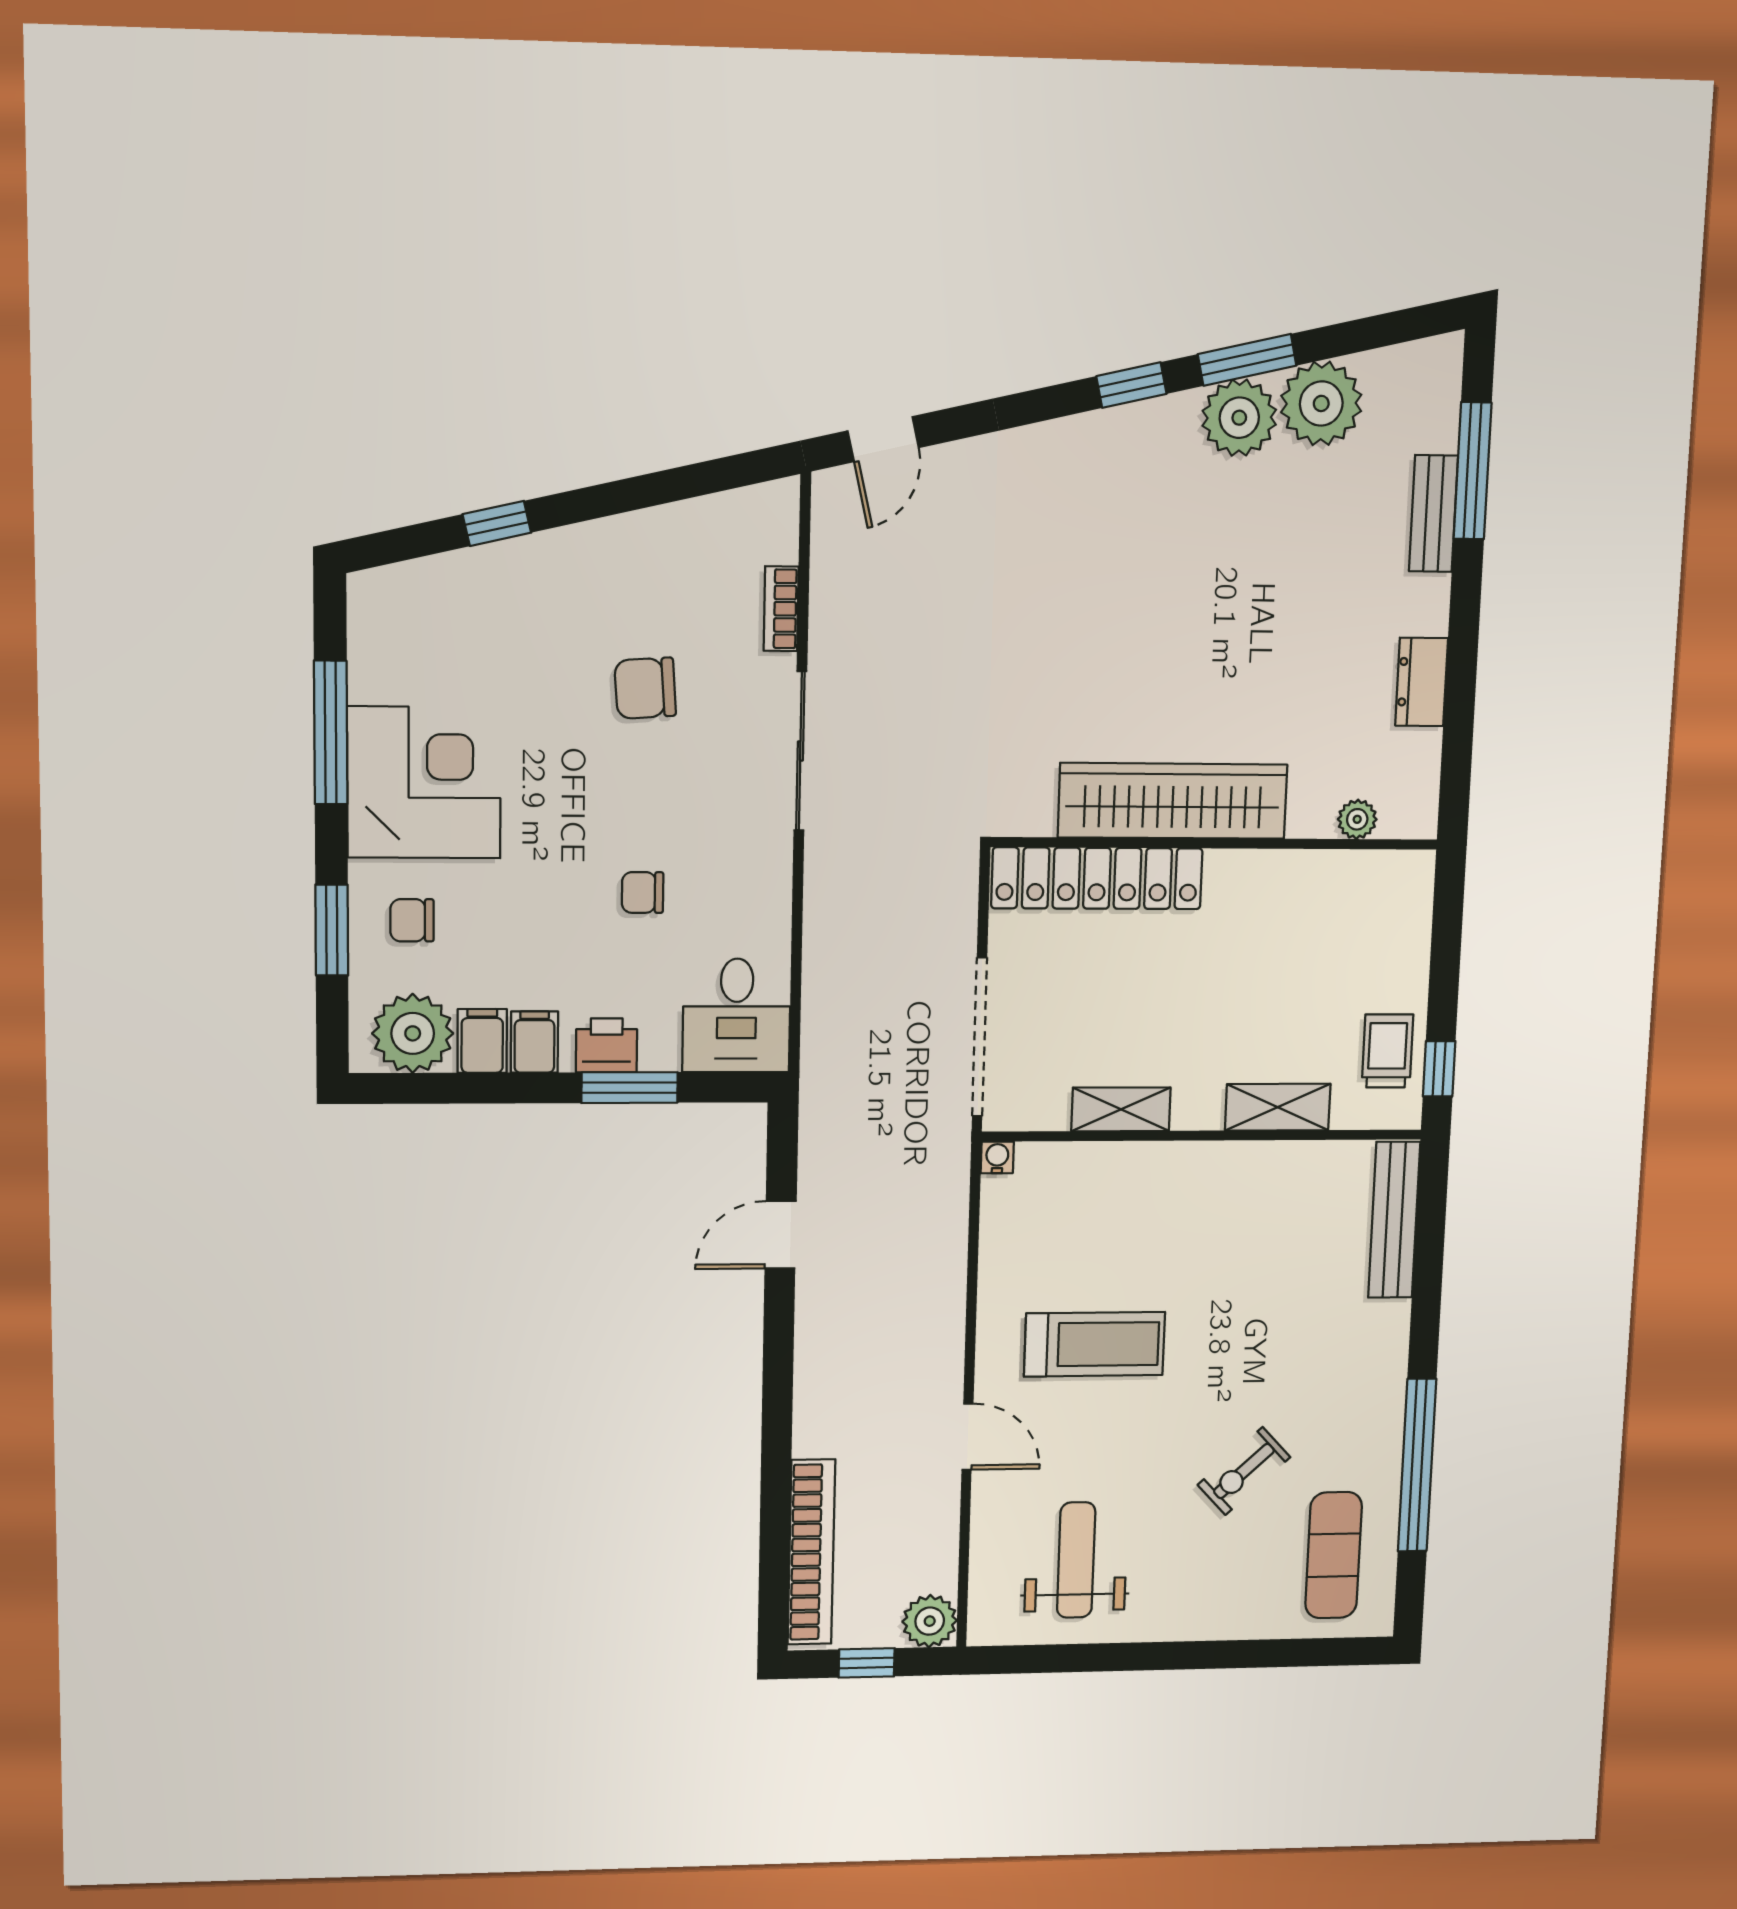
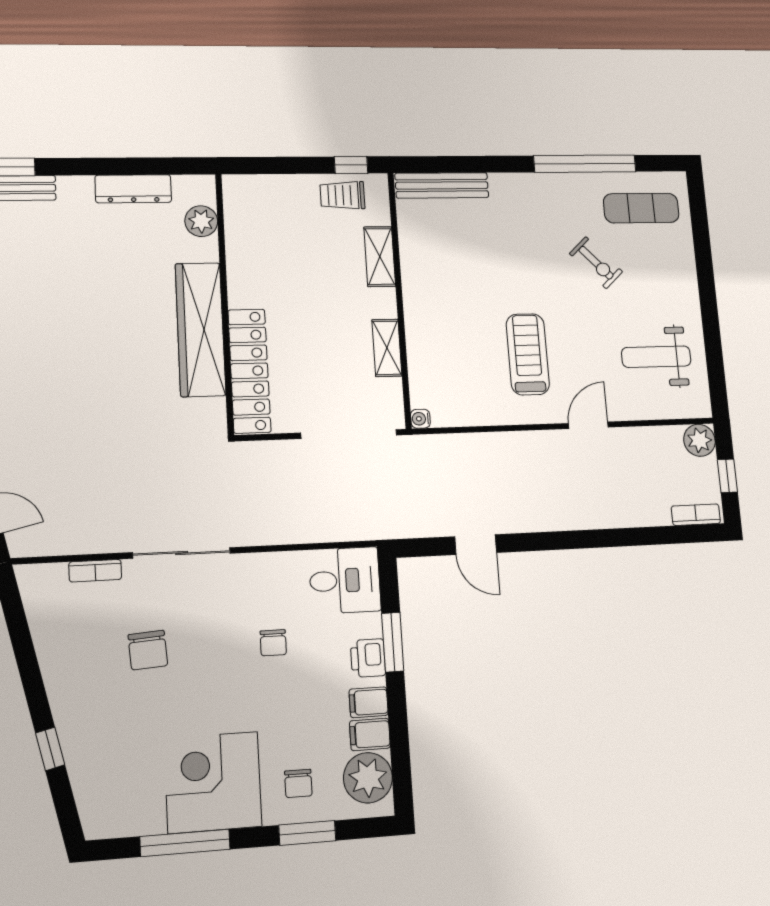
dresser: (1422, 682) -> (133, 189), width x1.44
plant: (1357, 819) -> (201, 221), width x1.38, depth x1.38
bookcase: (811, 1552) -> (696, 515), width x0.43, depth x0.76

